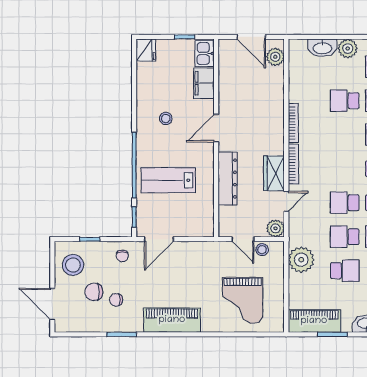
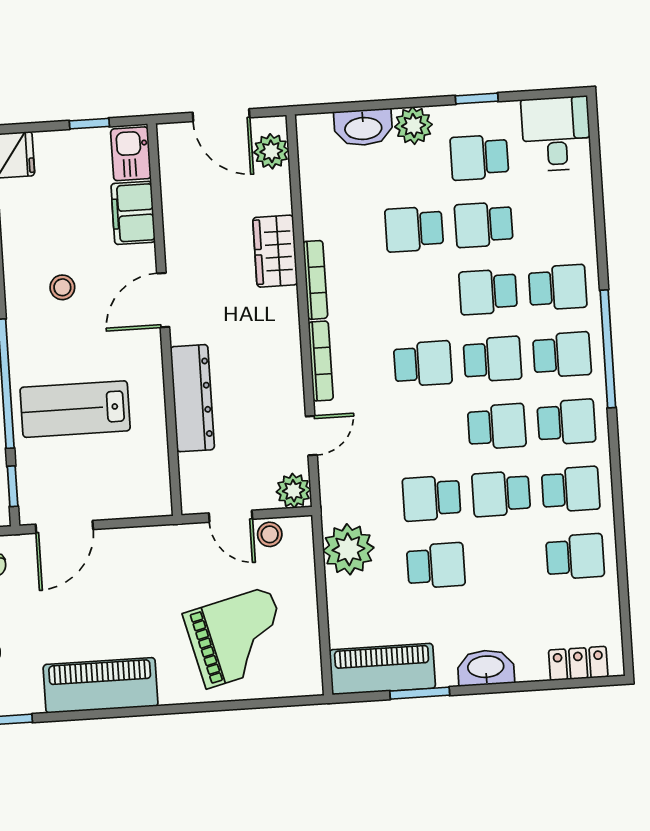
wardrobe: (274, 173) -> (275, 251), moved
school desk: (345, 203) -> (423, 364), moved, turned 180
grand piano: (243, 300) -> (238, 637), turned -104

